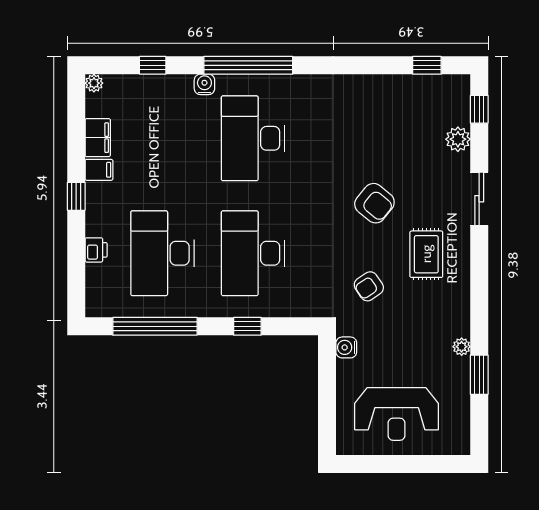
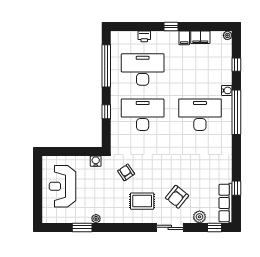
window: (427, 65) -> (236, 188), moved
row of seats: (430, 87) -> (225, 203), added
armchair: (374, 203) -> (177, 197), moved

